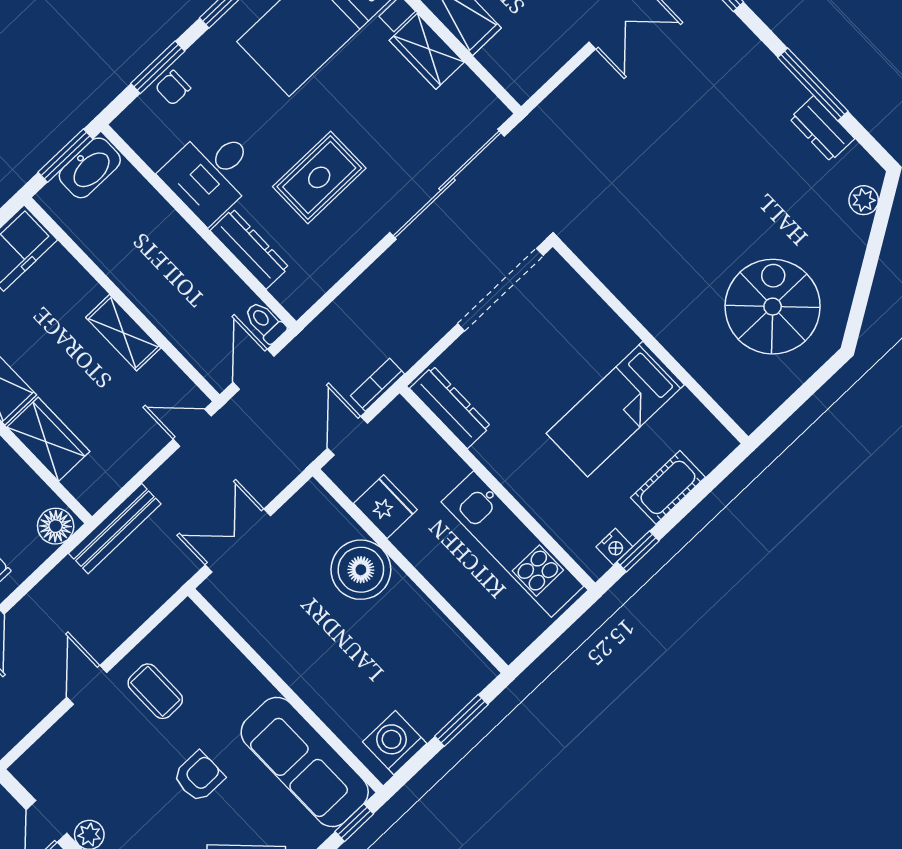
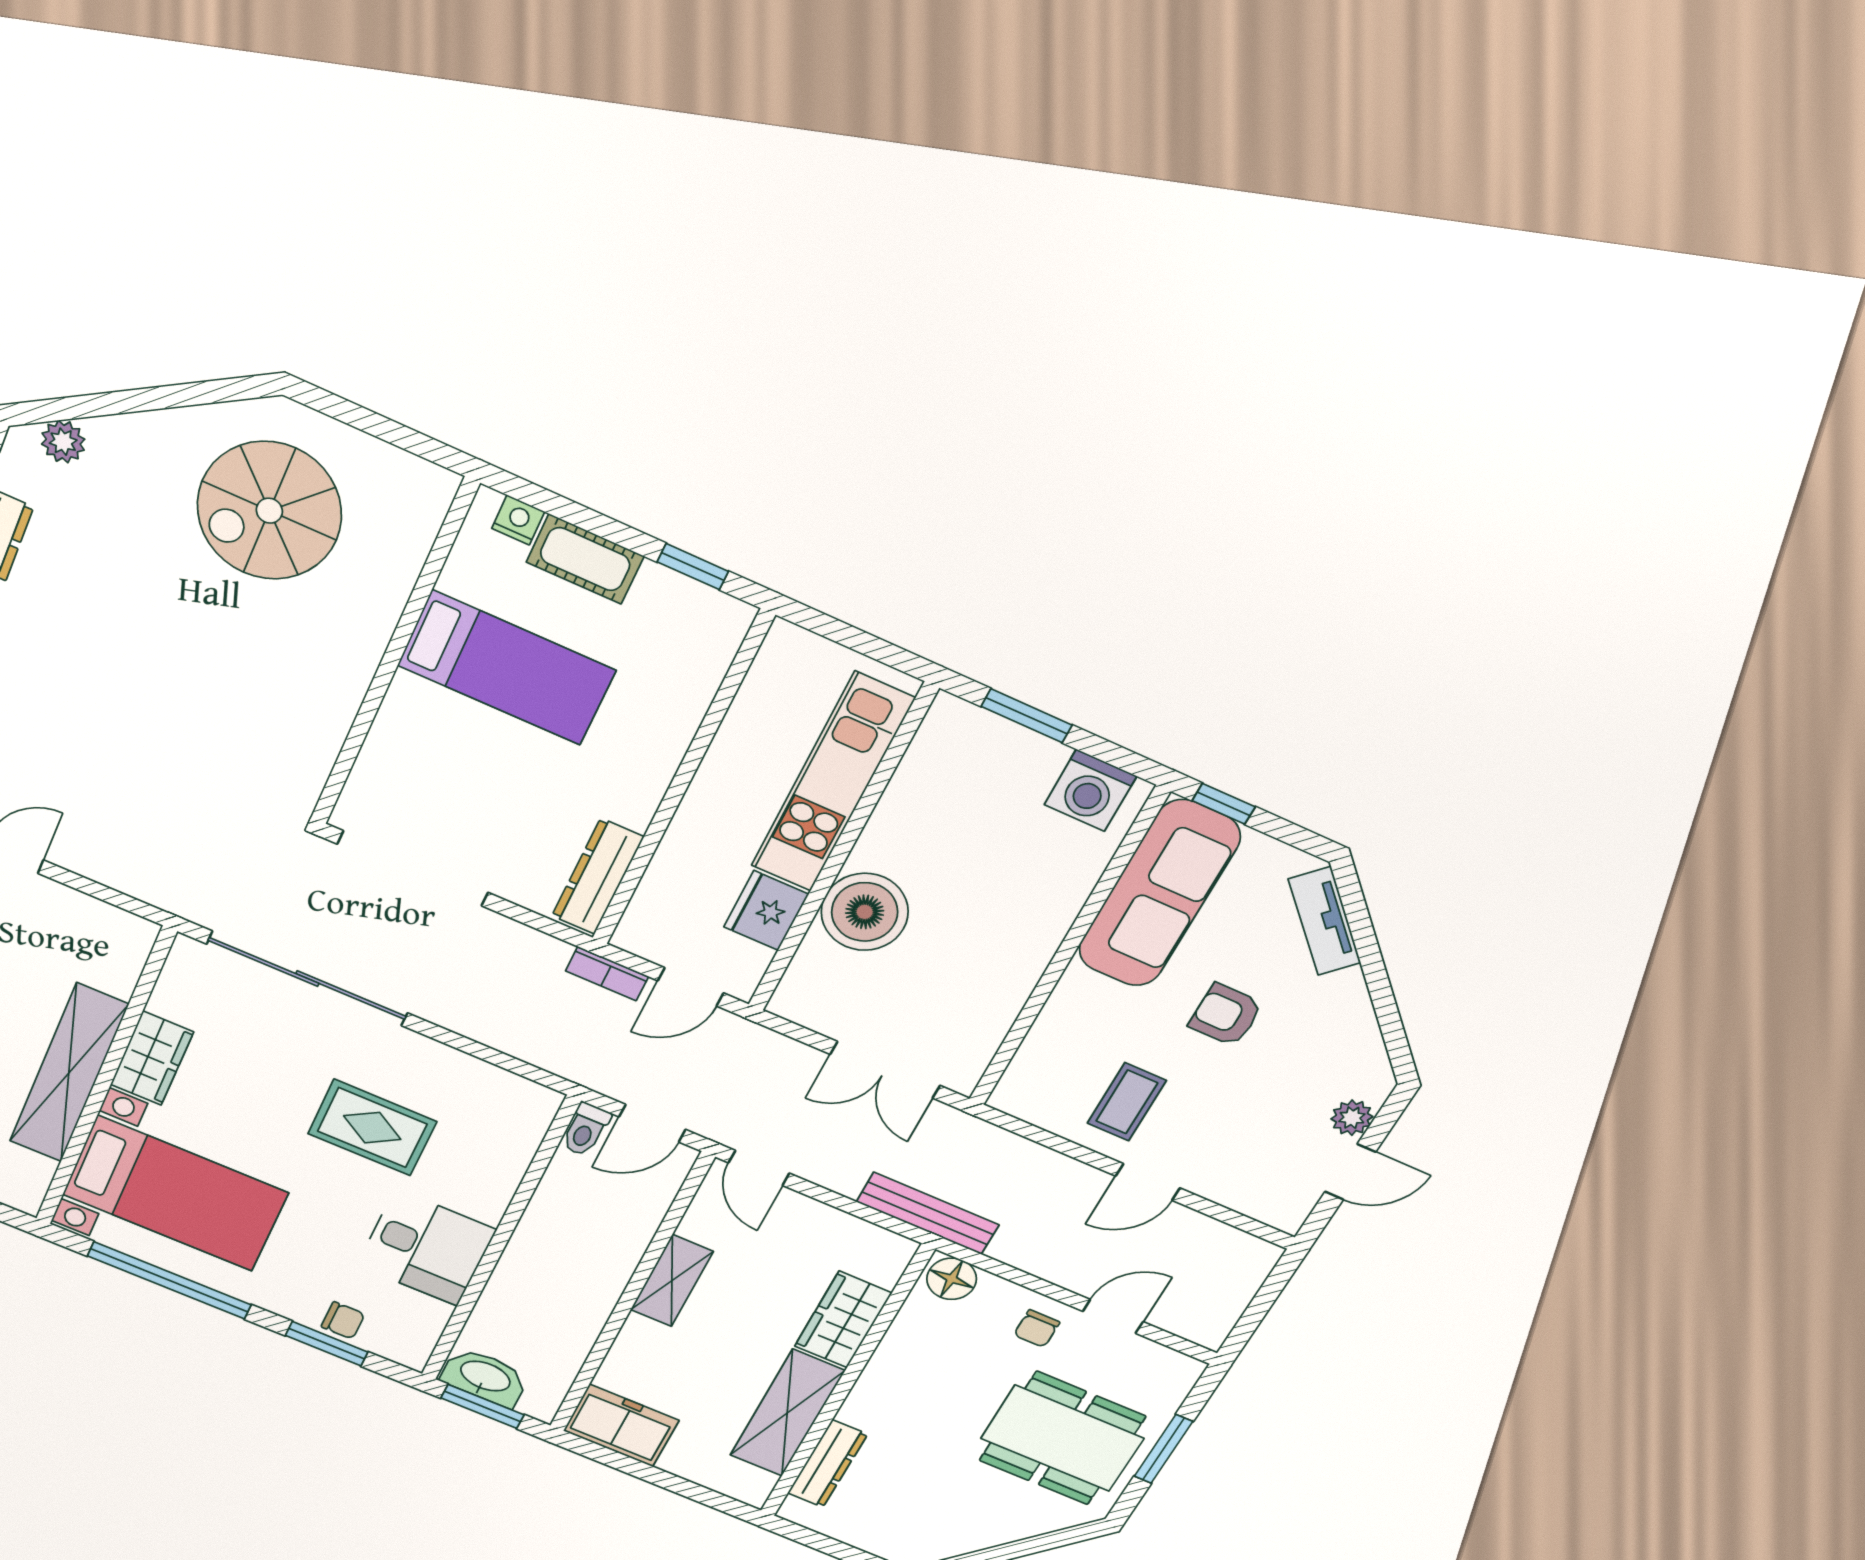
dresser: (250, 249) -> (501, 1176), removed
kitchen unit: (512, 544) -> (832, 783), moved, turned 180
nightstand: (614, 547) -> (518, 520), moved

